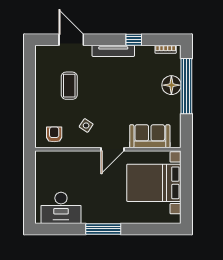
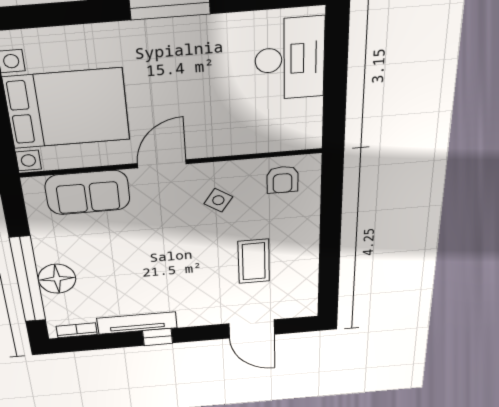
window: (134, 40) -> (158, 337), moved
tv unit: (113, 51) -> (137, 323), moved
desk: (61, 208) -> (290, 59), moved, turned 90

